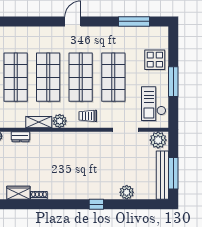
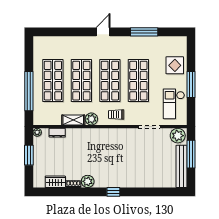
window: (134, 21) -> (144, 32), moved
window: (173, 173) -> (191, 154), moved
plant: (127, 192) -> (88, 181), moved
window: (96, 204) -> (113, 192), moved

